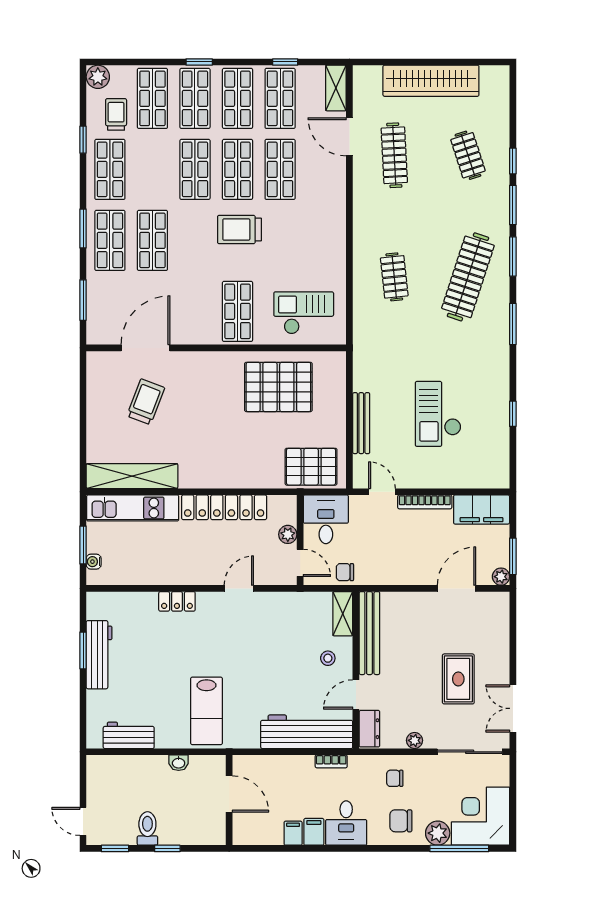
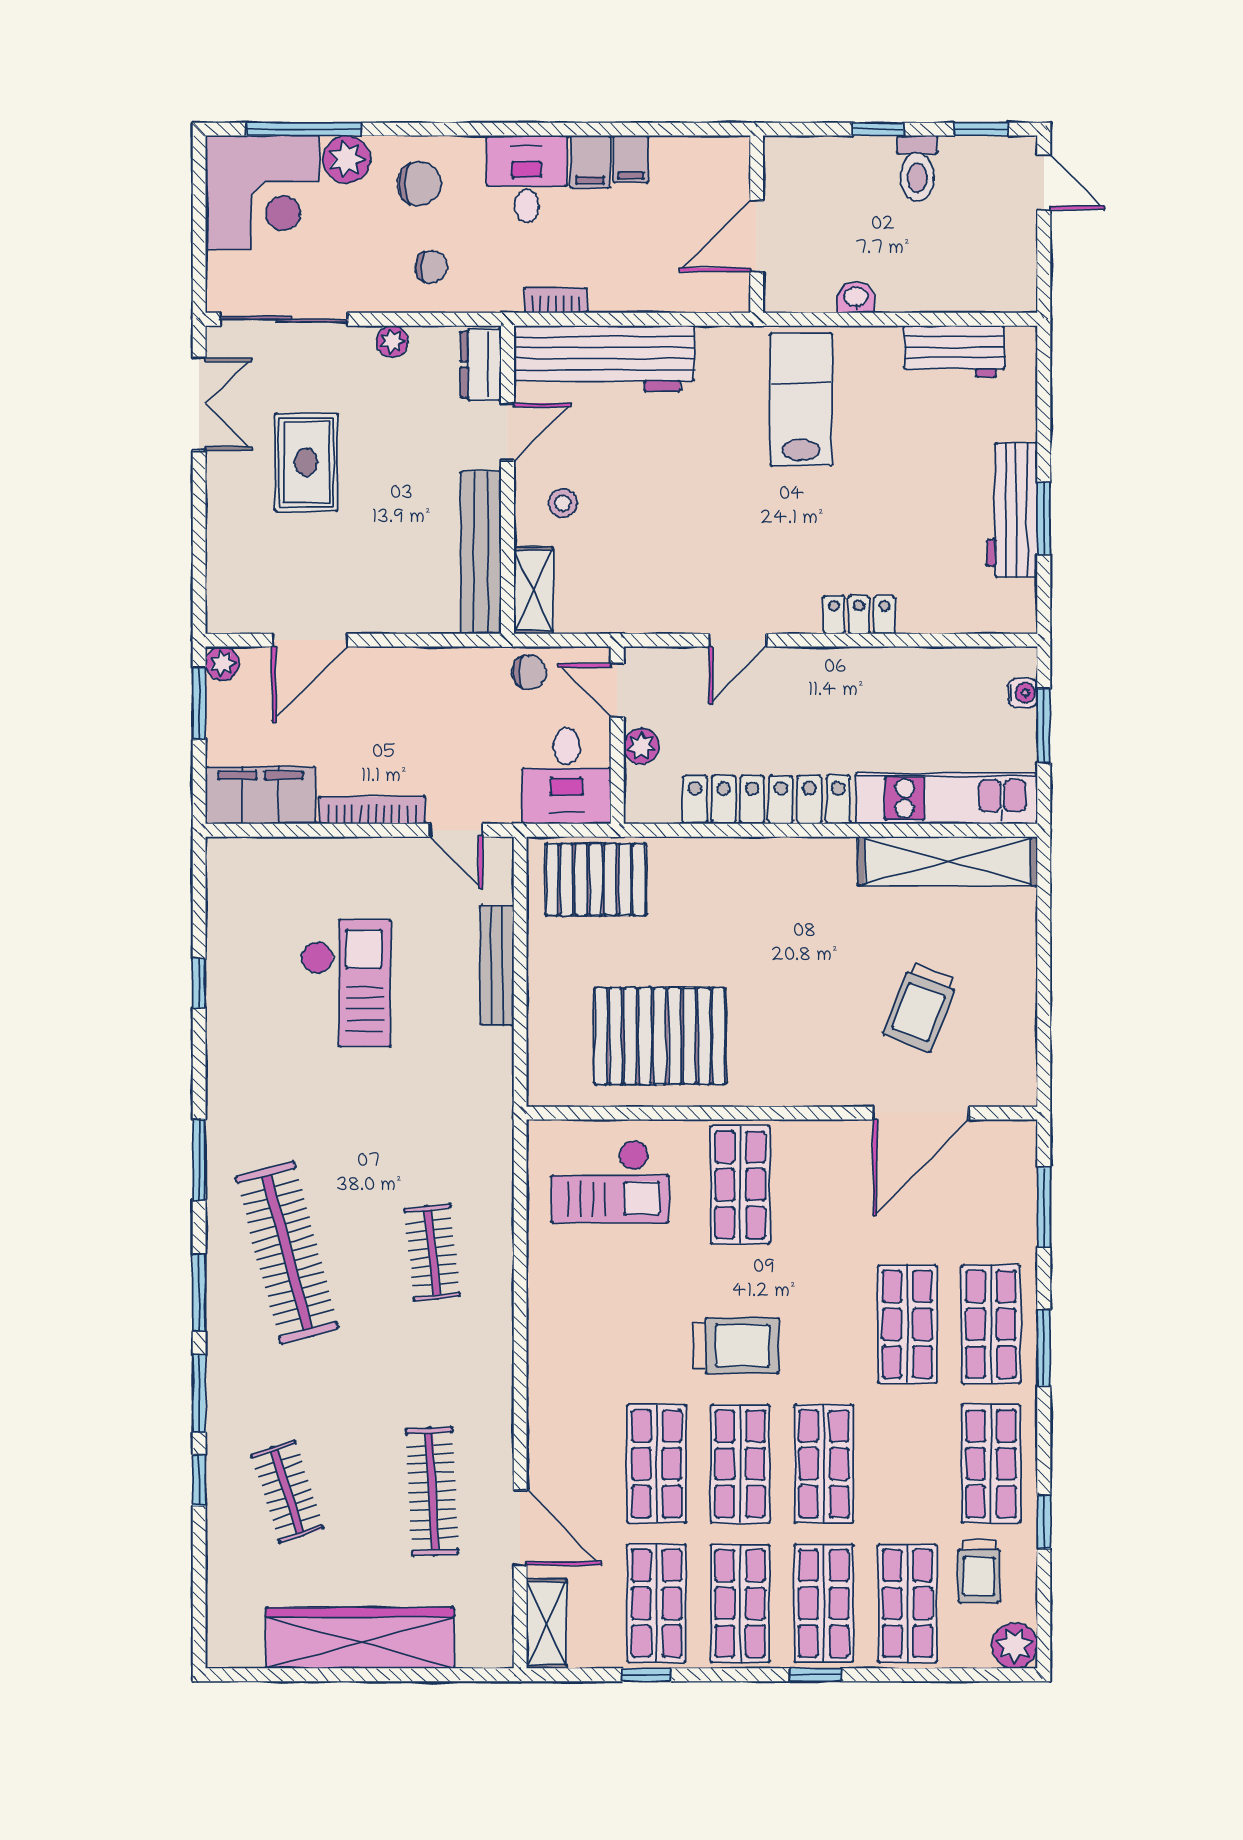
clothes rail: (468, 277) -> (287, 1253), turned -33
door: (229, 794) -> (757, 236), hinge flipped

